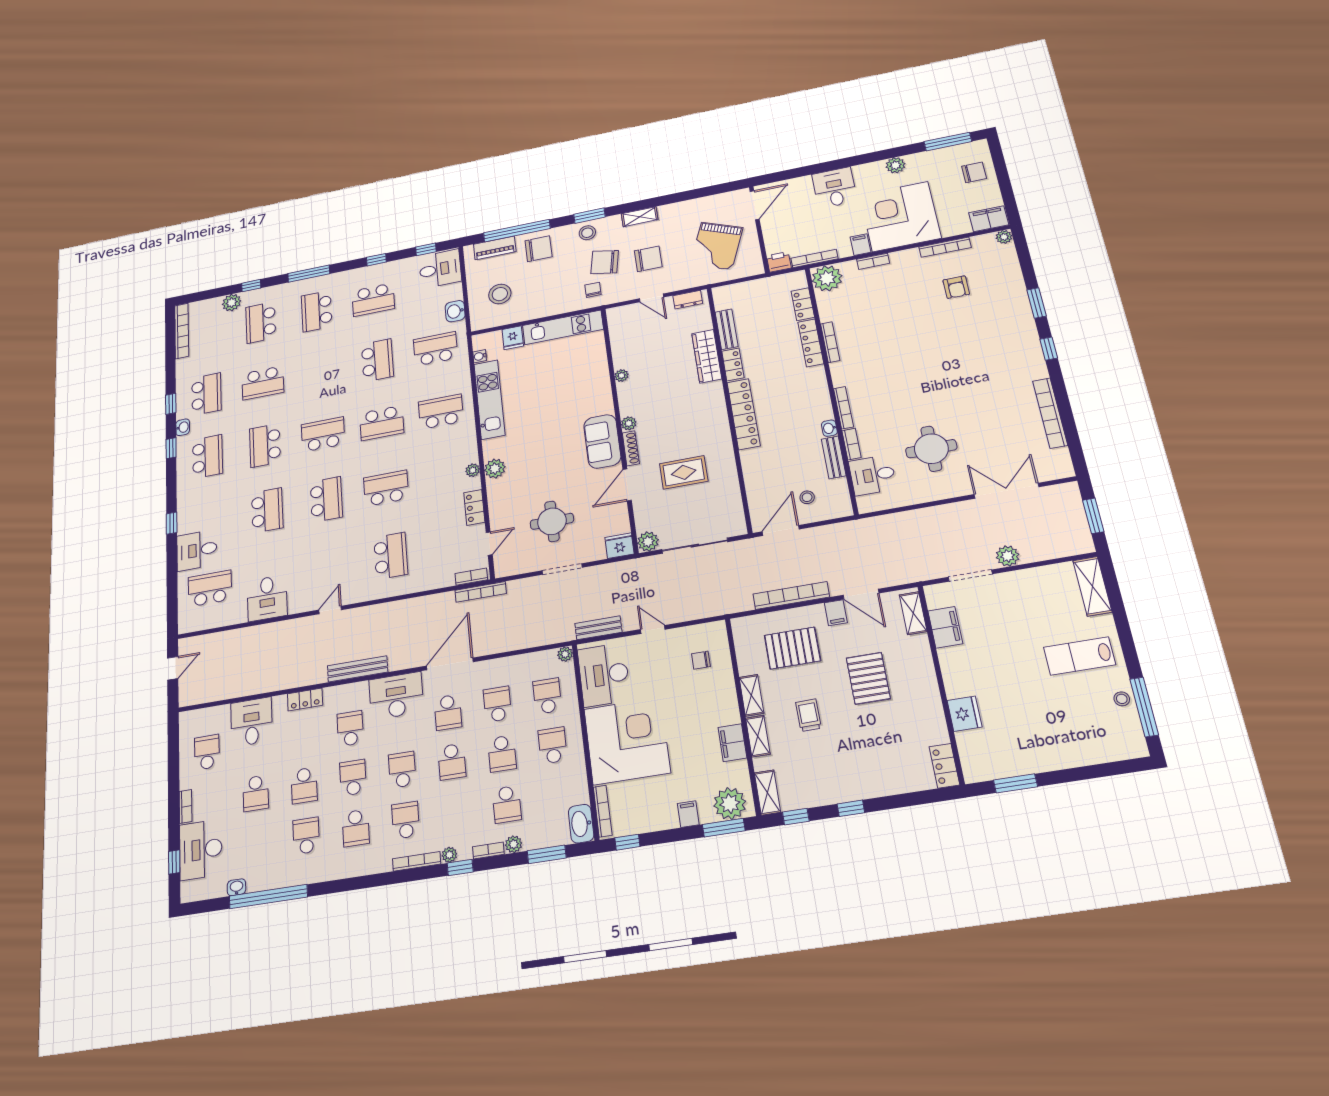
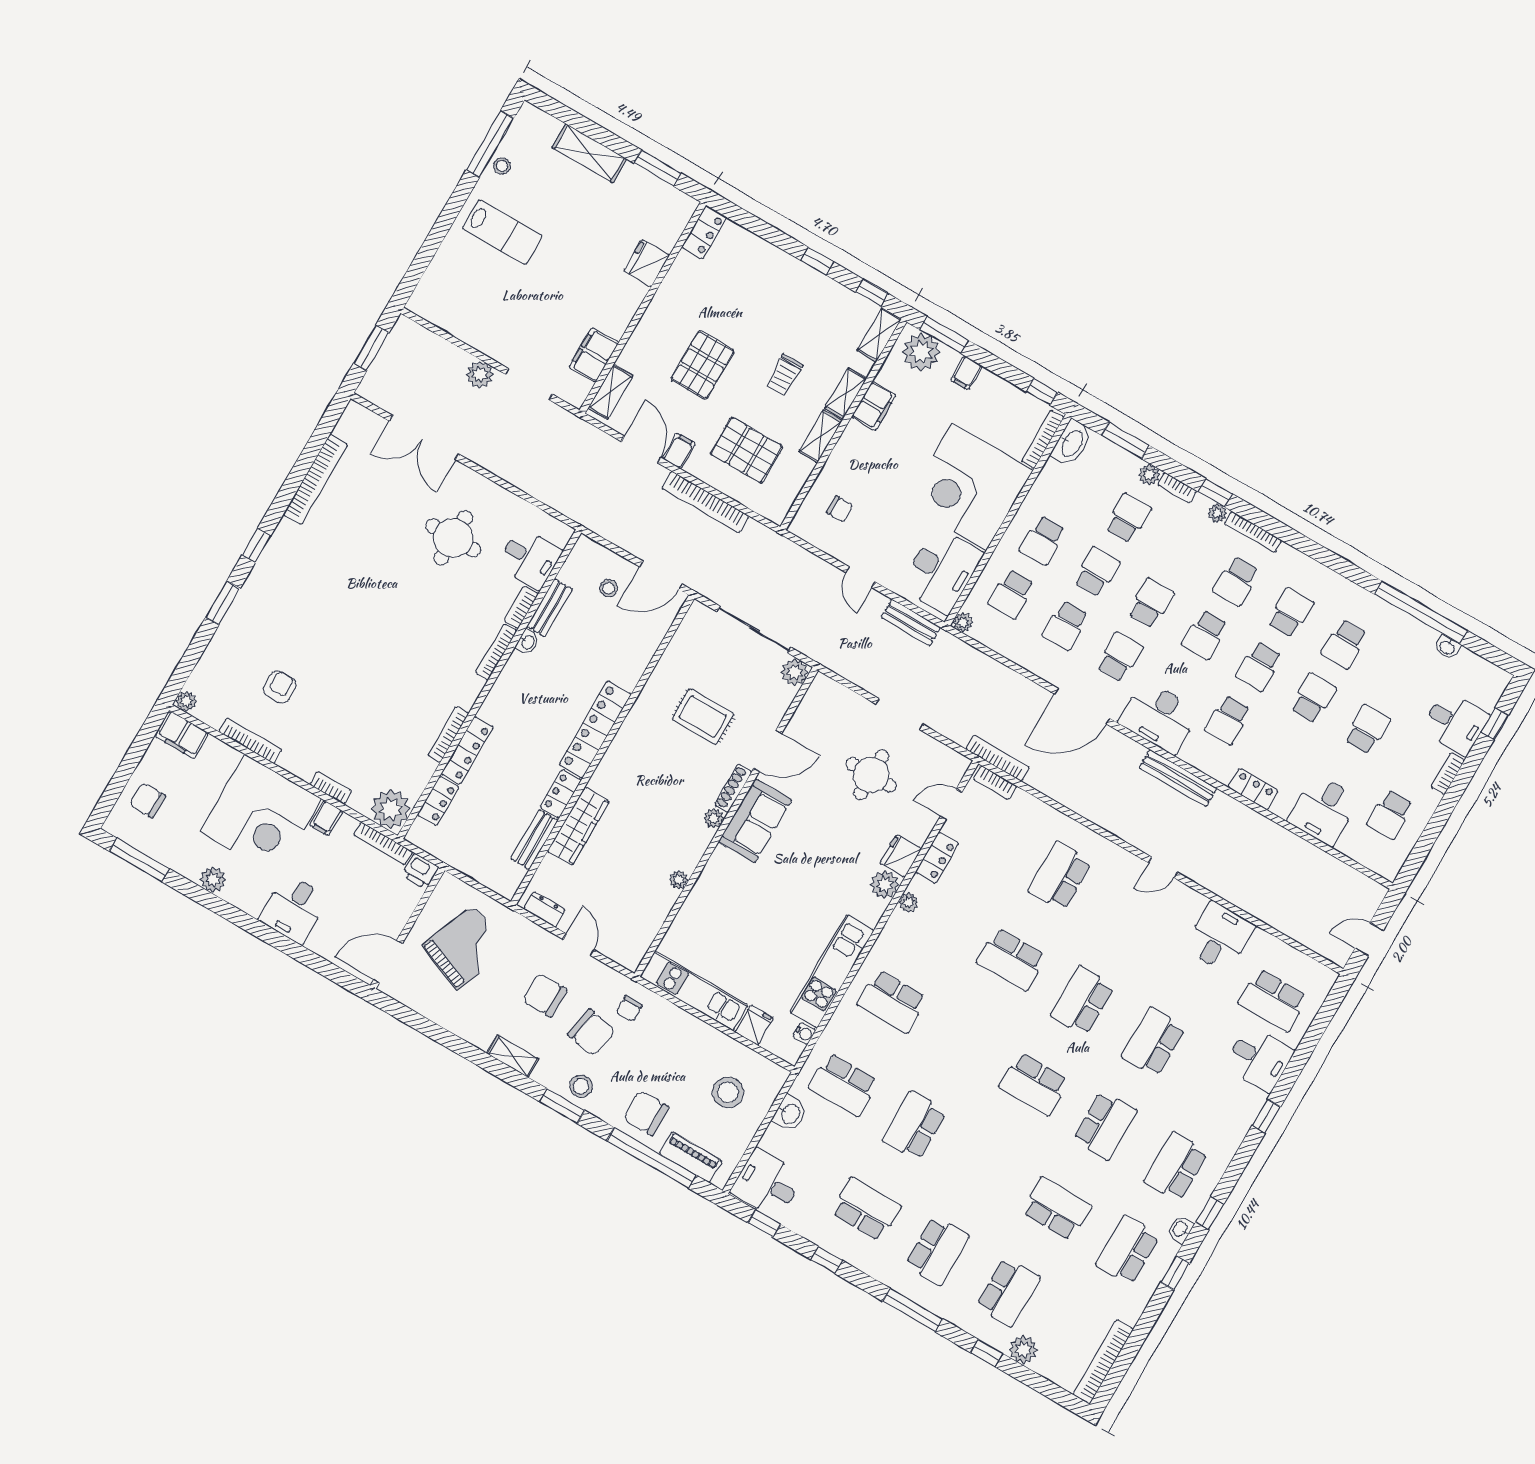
school desk: (382, 423) -> (963, 1043), removed
fridge: (620, 546) -> (901, 856), moved, turned 90
shelving: (1092, 586) -> (589, 153), moved, turned 90
desk: (201, 850) -> (1455, 723), width x0.73

